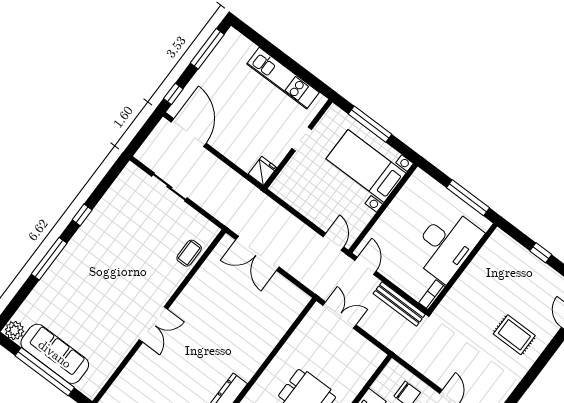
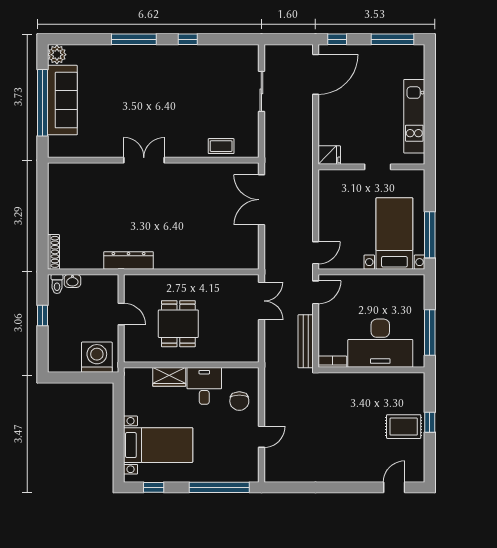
window: (370, 124) -> (430, 235), moved
double door: (153, 324) -> (144, 160), swing flipped
rug: (514, 335) -> (404, 427), moved, turned 90

